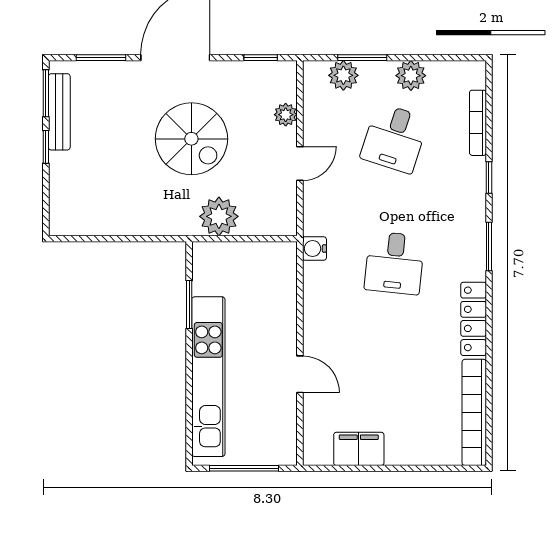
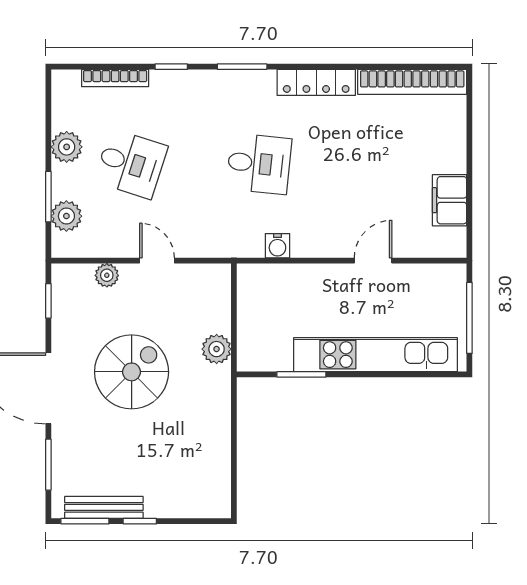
plant: (219, 216) -> (217, 349), width x0.73, depth x0.73
water cooler: (314, 249) -> (277, 246), moved

